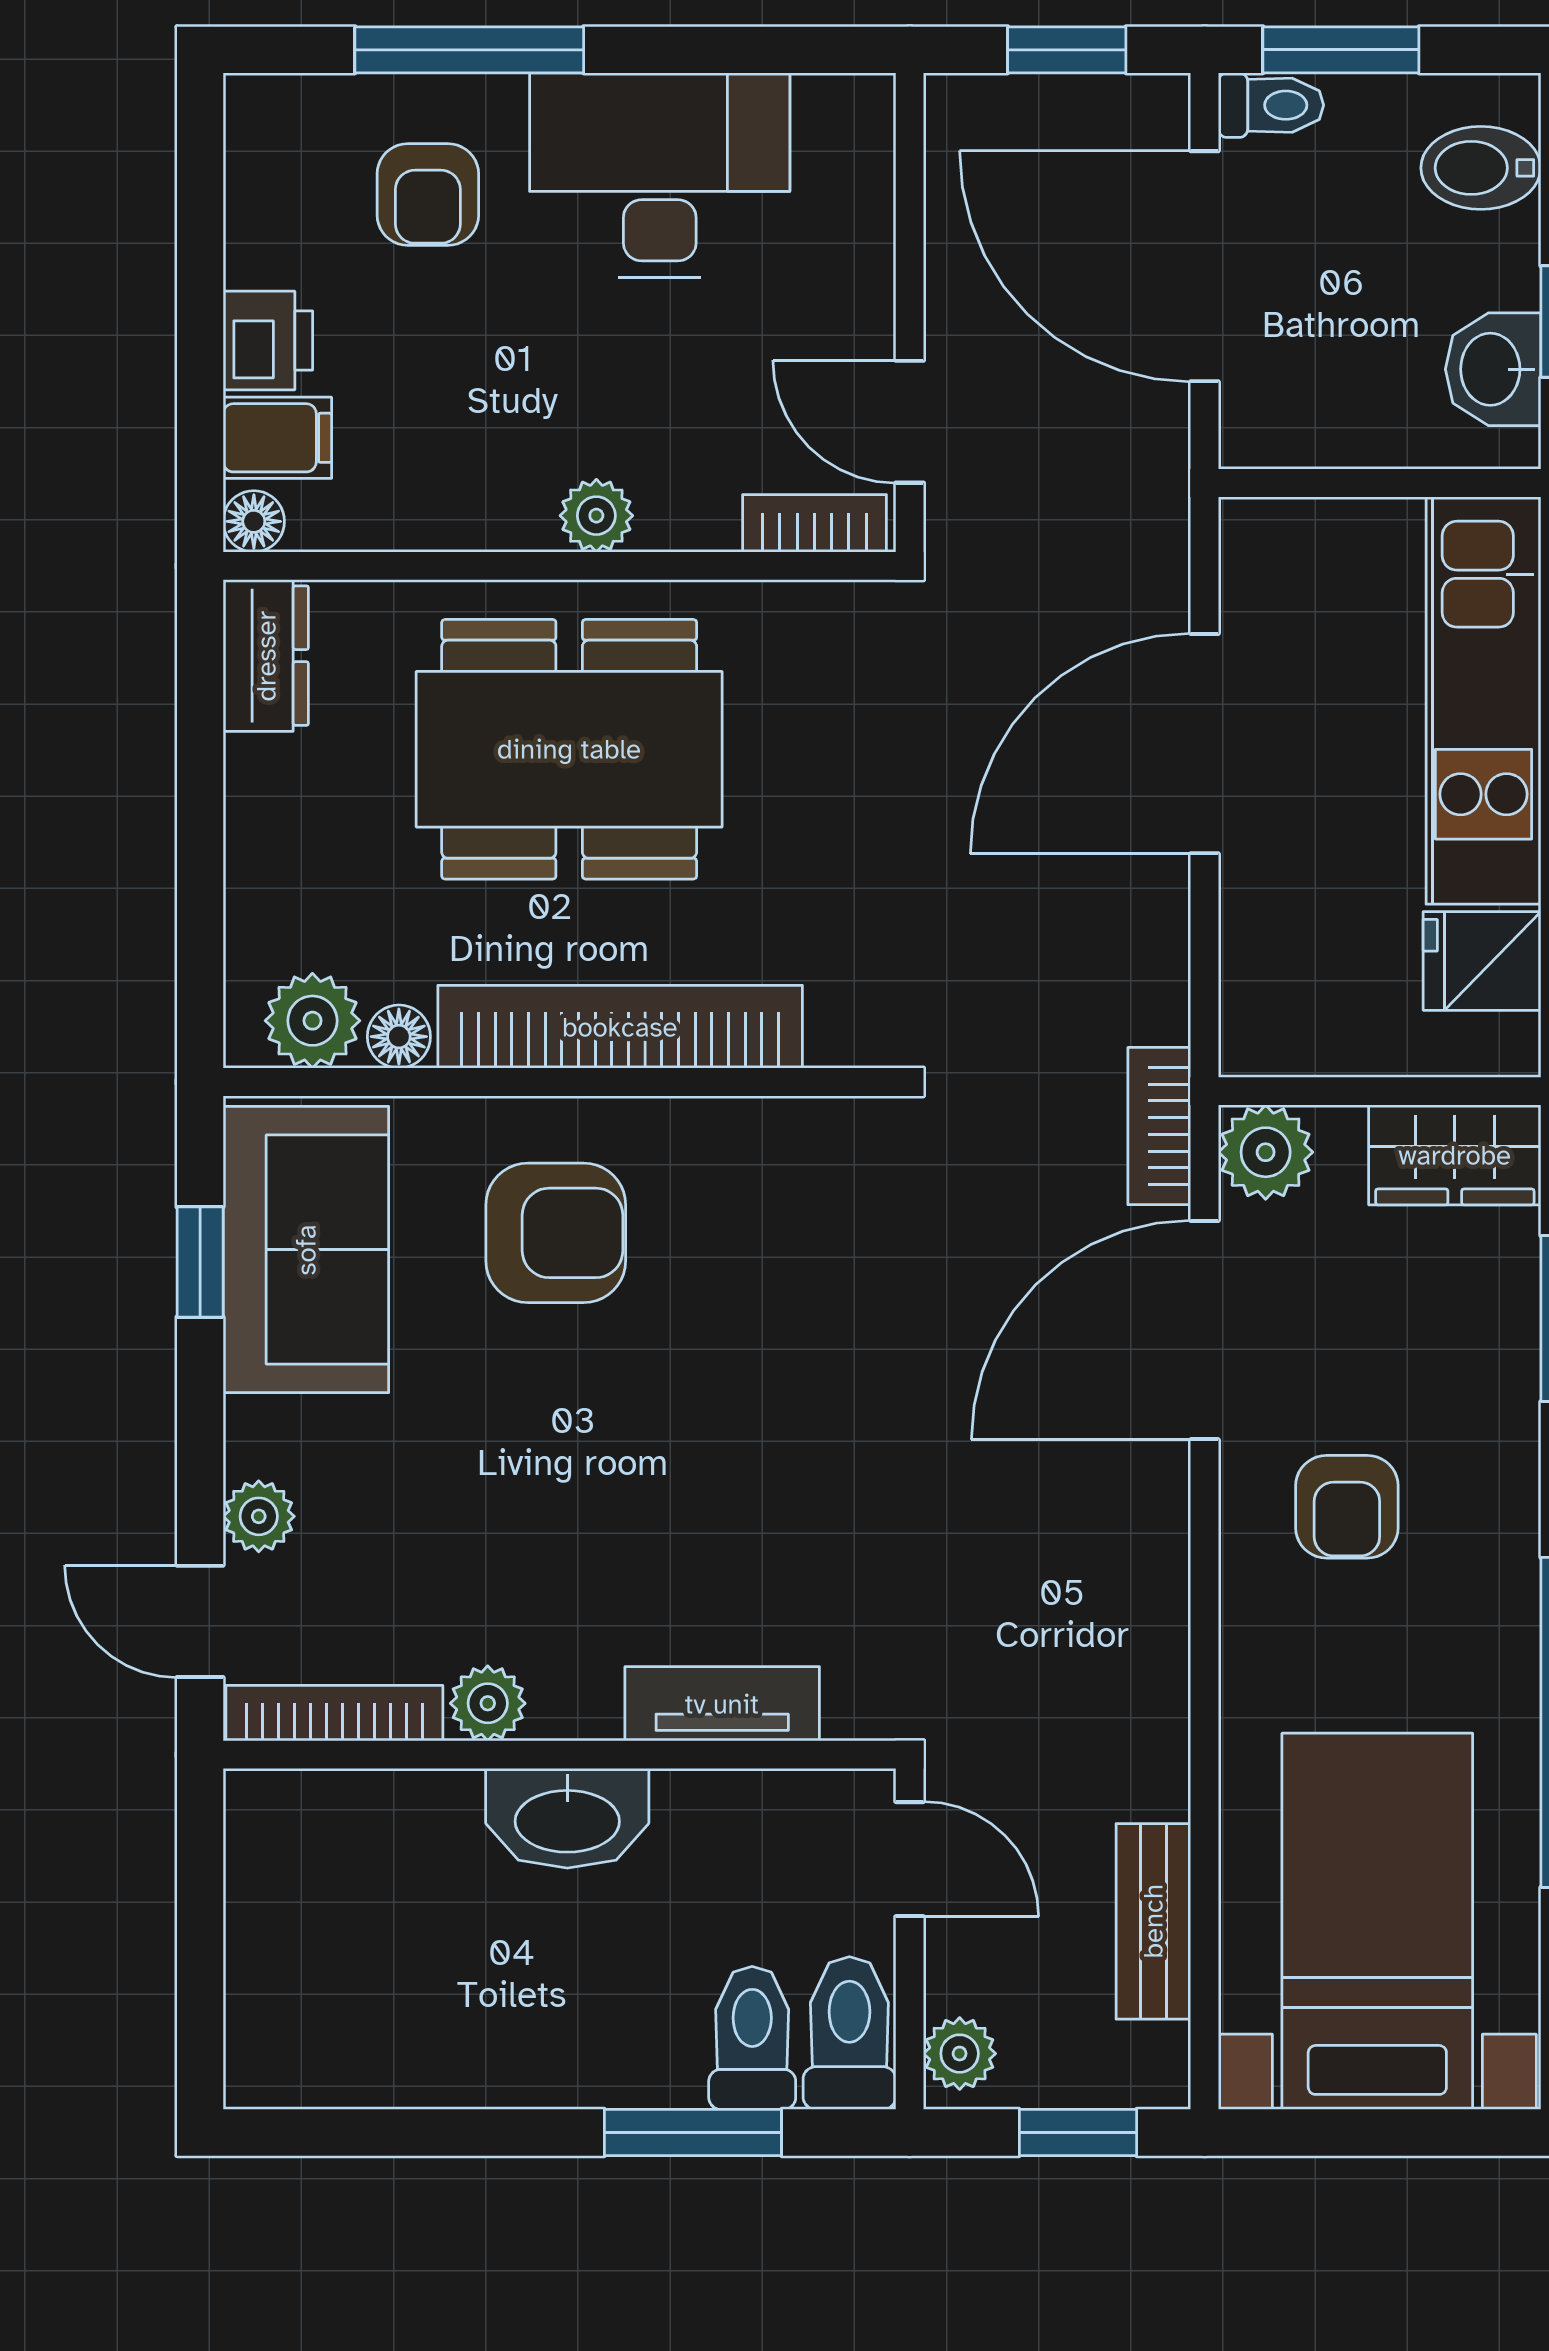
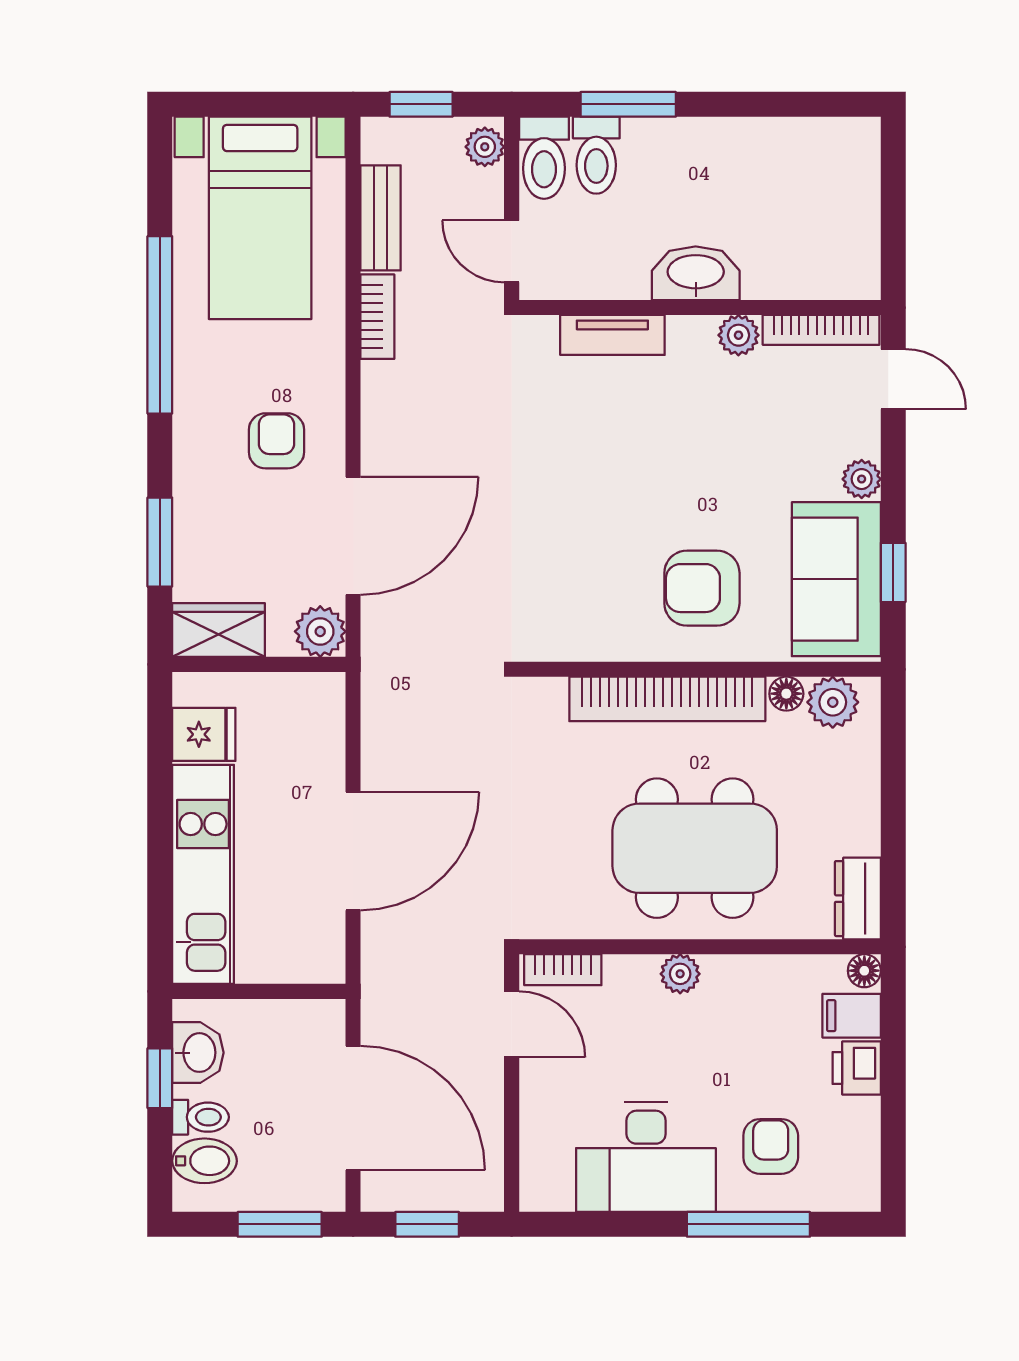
toilet: (1271, 105) -> (200, 1117), moved, turned 180
bookcase: (1159, 1126) -> (377, 317), moved
plant: (259, 1516) -> (862, 479), moved

